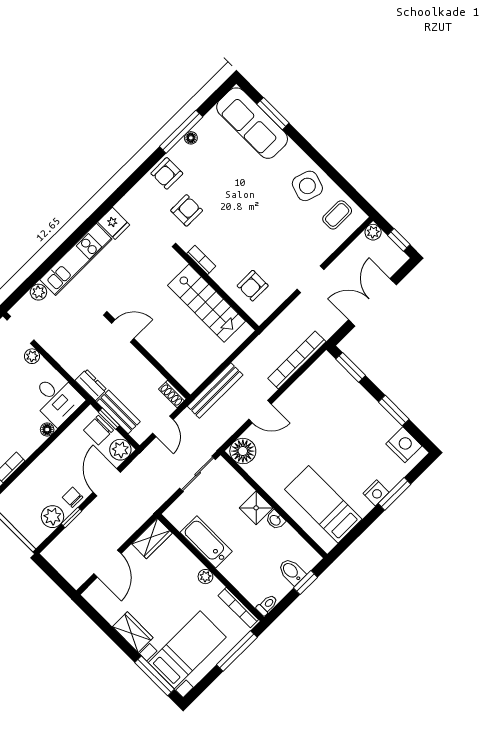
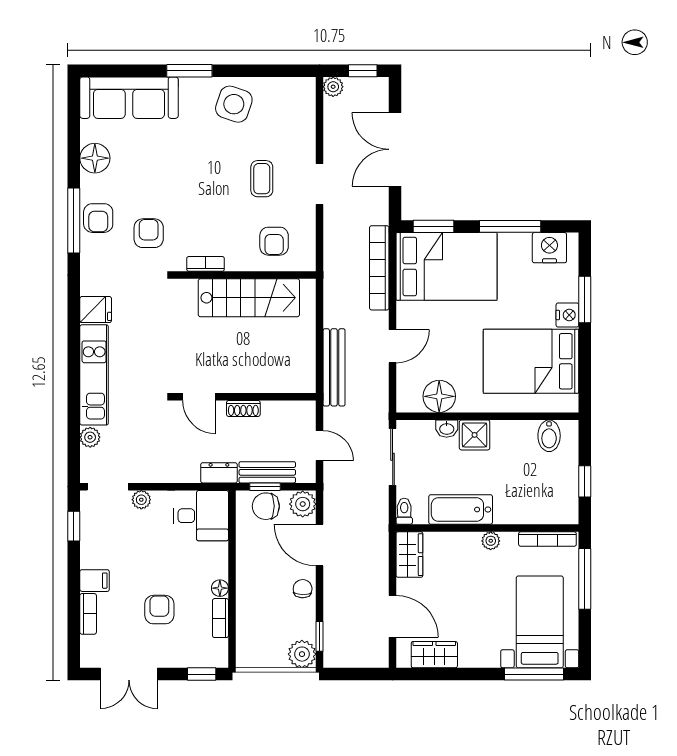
window: (273, 114) -> (189, 71), moved
window: (181, 132) -> (74, 220), moved
floor lamp: (191, 138) -> (95, 158), width x1.89, depth x1.89
coffee table: (337, 215) -> (262, 179), moved
door: (123, 331) -> (199, 397), swing flipped
shoe rack: (172, 394) -> (243, 408), moved
bed: (335, 397) -> (447, 266), added
window: (394, 411) -> (510, 226), width x1.44
floor lamp: (47, 430) -> (220, 588), moved
chair: (98, 430) -> (266, 506), turned 90
floor lamp: (243, 451) -> (439, 396), moved
chair: (73, 497) -> (303, 589), turned 92
bed: (323, 504) -> (531, 361), width x1.50
plant: (52, 517) -> (302, 654), moved
window: (71, 517) -> (320, 636), moved
washbasin: (275, 520) -> (447, 429), moved
bidet: (292, 572) -> (549, 436), moved, turned -90
window: (305, 583) -> (585, 481), moved
toilet: (267, 605) -> (404, 511), moved
wardrobe: (133, 632) -> (434, 655), moved

